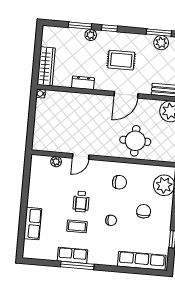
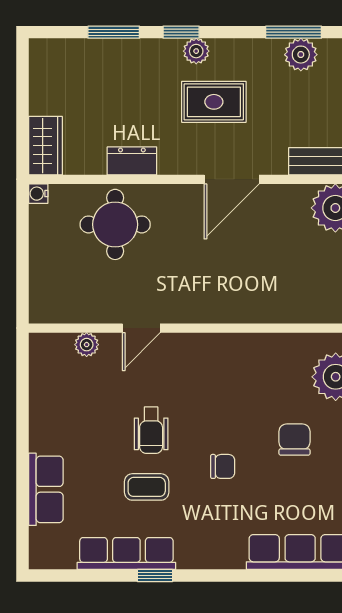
plant: (91, 35) -> (196, 51), moved
wardrobe: (46, 66) -> (45, 146), width x0.67
round table: (135, 141) -> (115, 224), moved
chair: (119, 182) -> (234, 379), removed
row of seats: (73, 255) -> (126, 553), width x1.48
window: (77, 266) -> (155, 576), width x0.46

